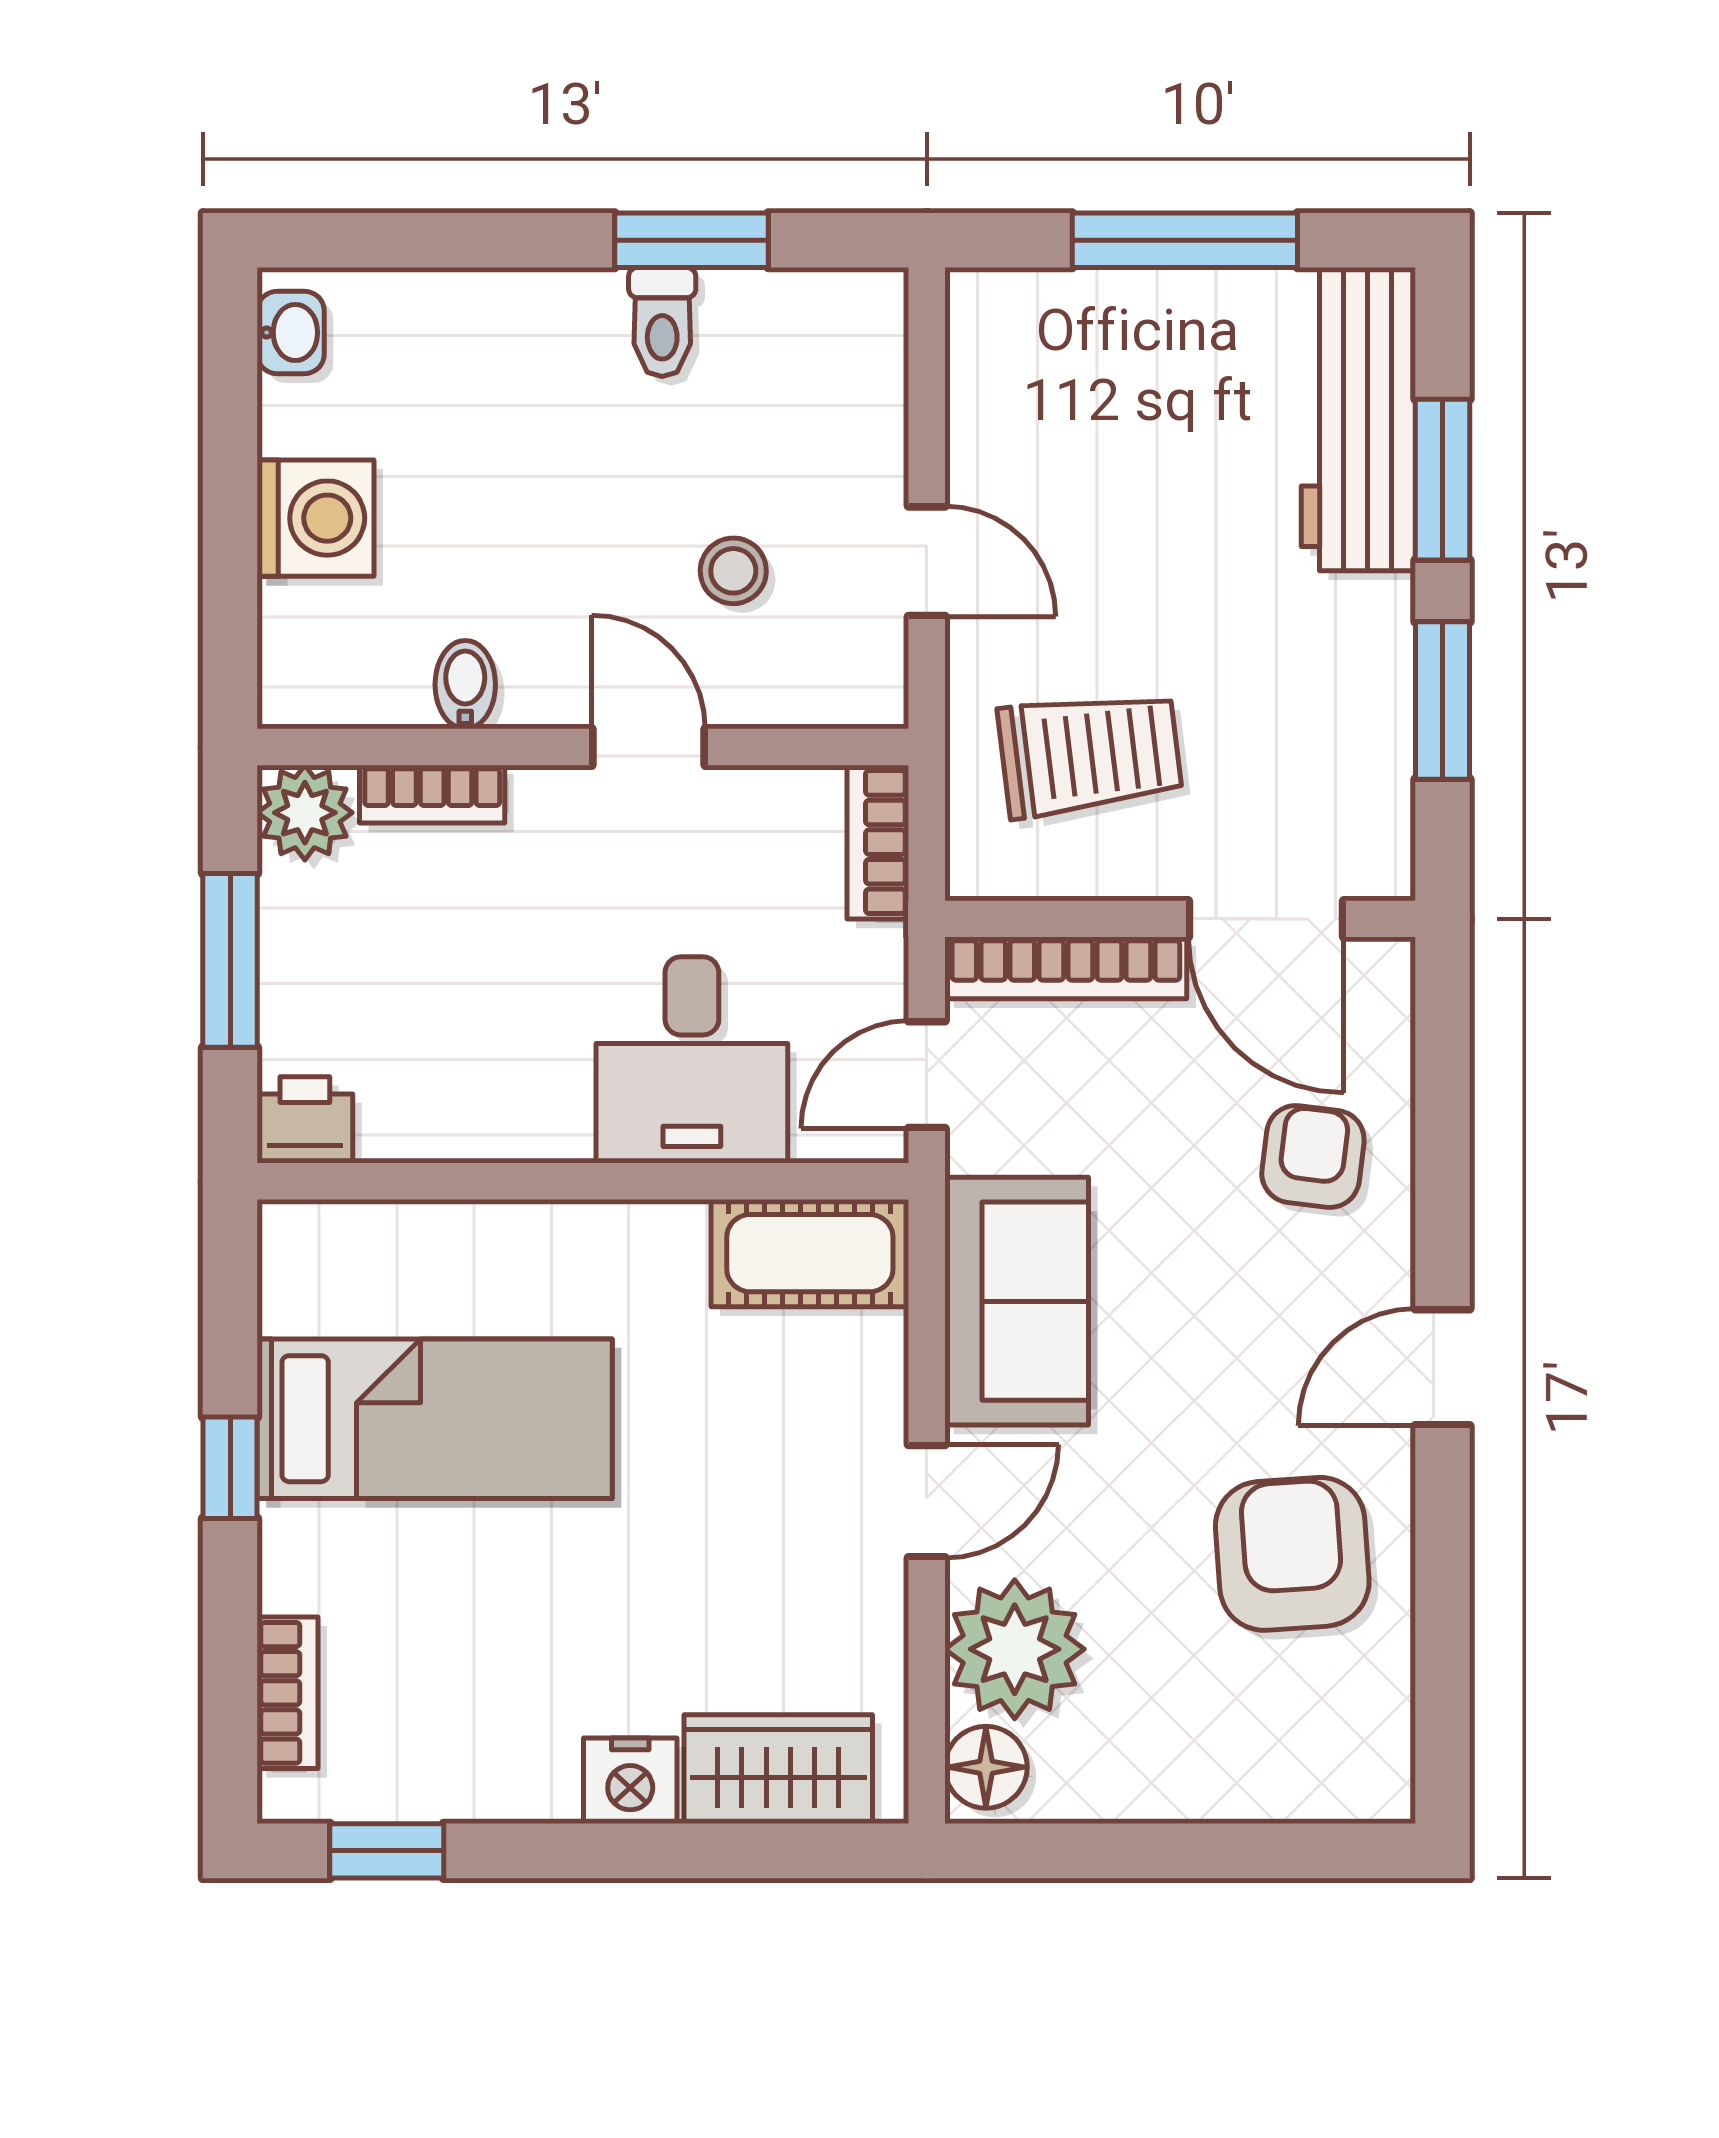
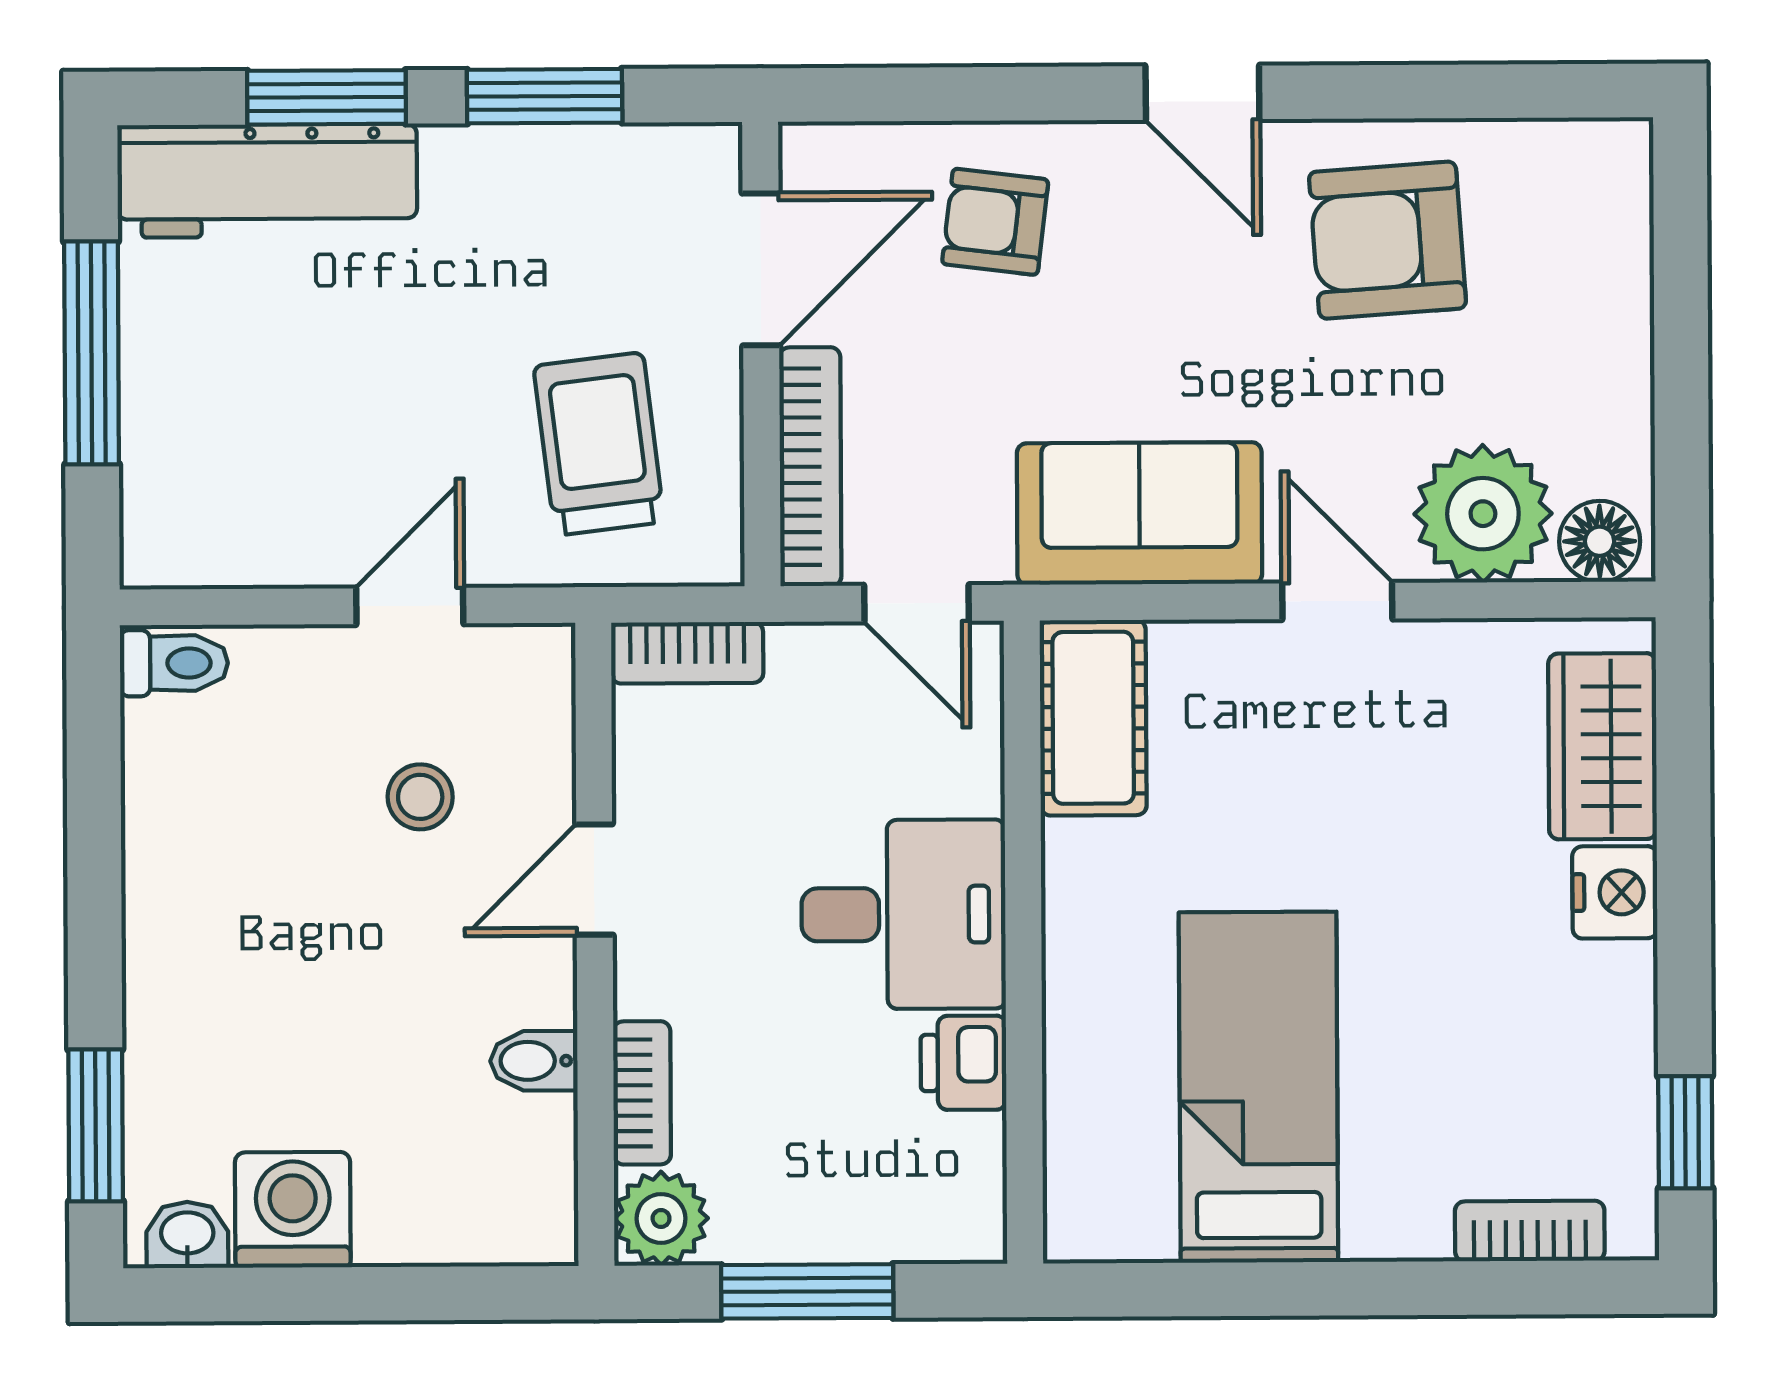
window: (692, 240) -> (96, 1125), moved
toilet: (662, 322) -> (174, 663), moved
washing machine: (316, 518) -> (293, 1210), moved
desk: (692, 1060) -> (903, 914), moved
printer: (305, 1120) -> (963, 1063), moved
window: (230, 1468) -> (1308, 1289), removed

